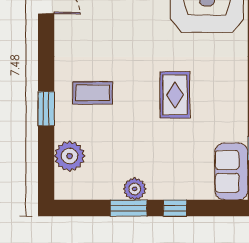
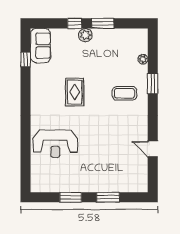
plant: (70, 156) -> (143, 59), width x0.53, depth x0.53
plant: (135, 189) -> (85, 35), moved

